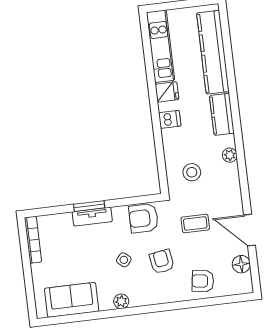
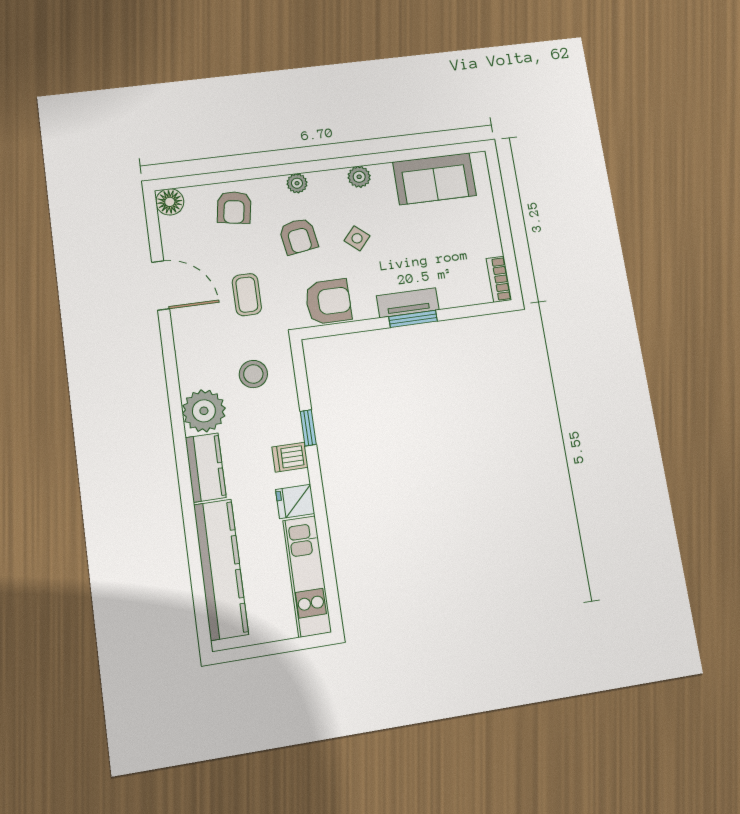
window: (158, 137) -> (308, 428), added
plant: (230, 155) -> (204, 411), width x1.87, depth x1.87
coffee table: (195, 223) -> (247, 295), turned 90
bookcase: (33, 240) -> (499, 279), width x0.64
floor lamp: (241, 264) -> (170, 202), moved
armchair: (203, 281) -> (234, 207), turned 91
plant: (162, 297) -> (297, 183), added

